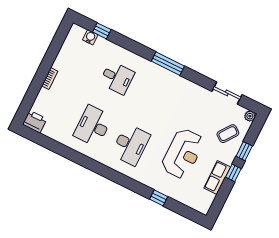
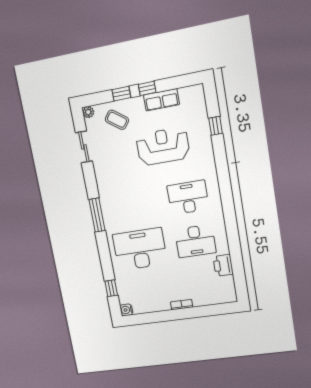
water cooler: (90, 37) -> (126, 310), moved
desk: (117, 78) -> (140, 249), width x1.87, depth x1.30
printer: (35, 122) -> (223, 265), moved
window: (159, 198) -> (216, 126), moved

